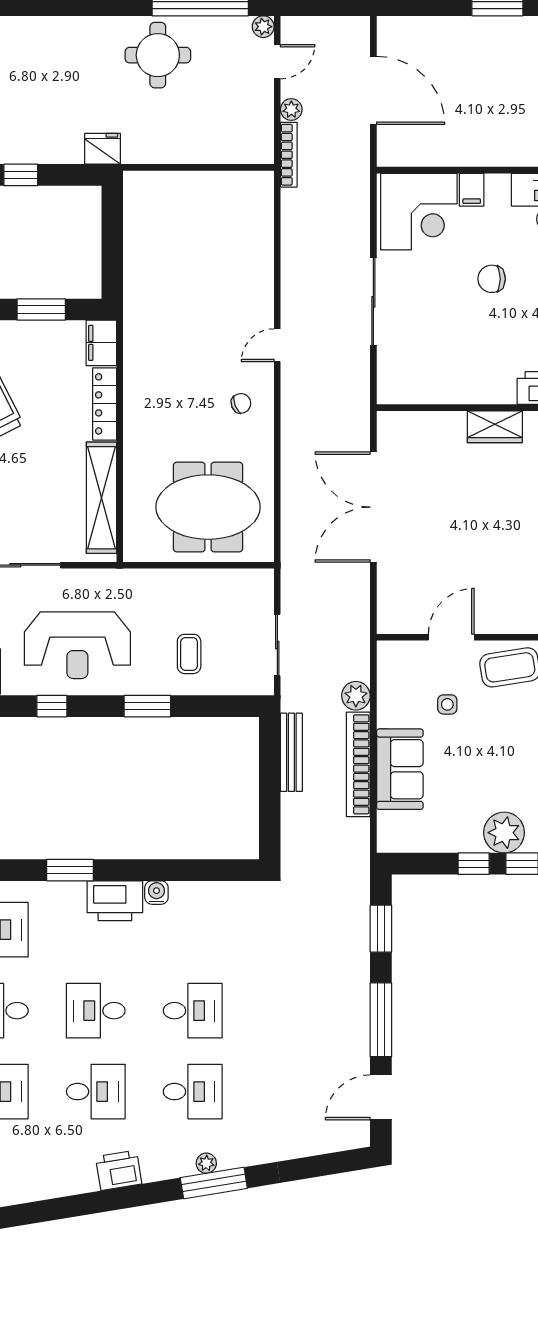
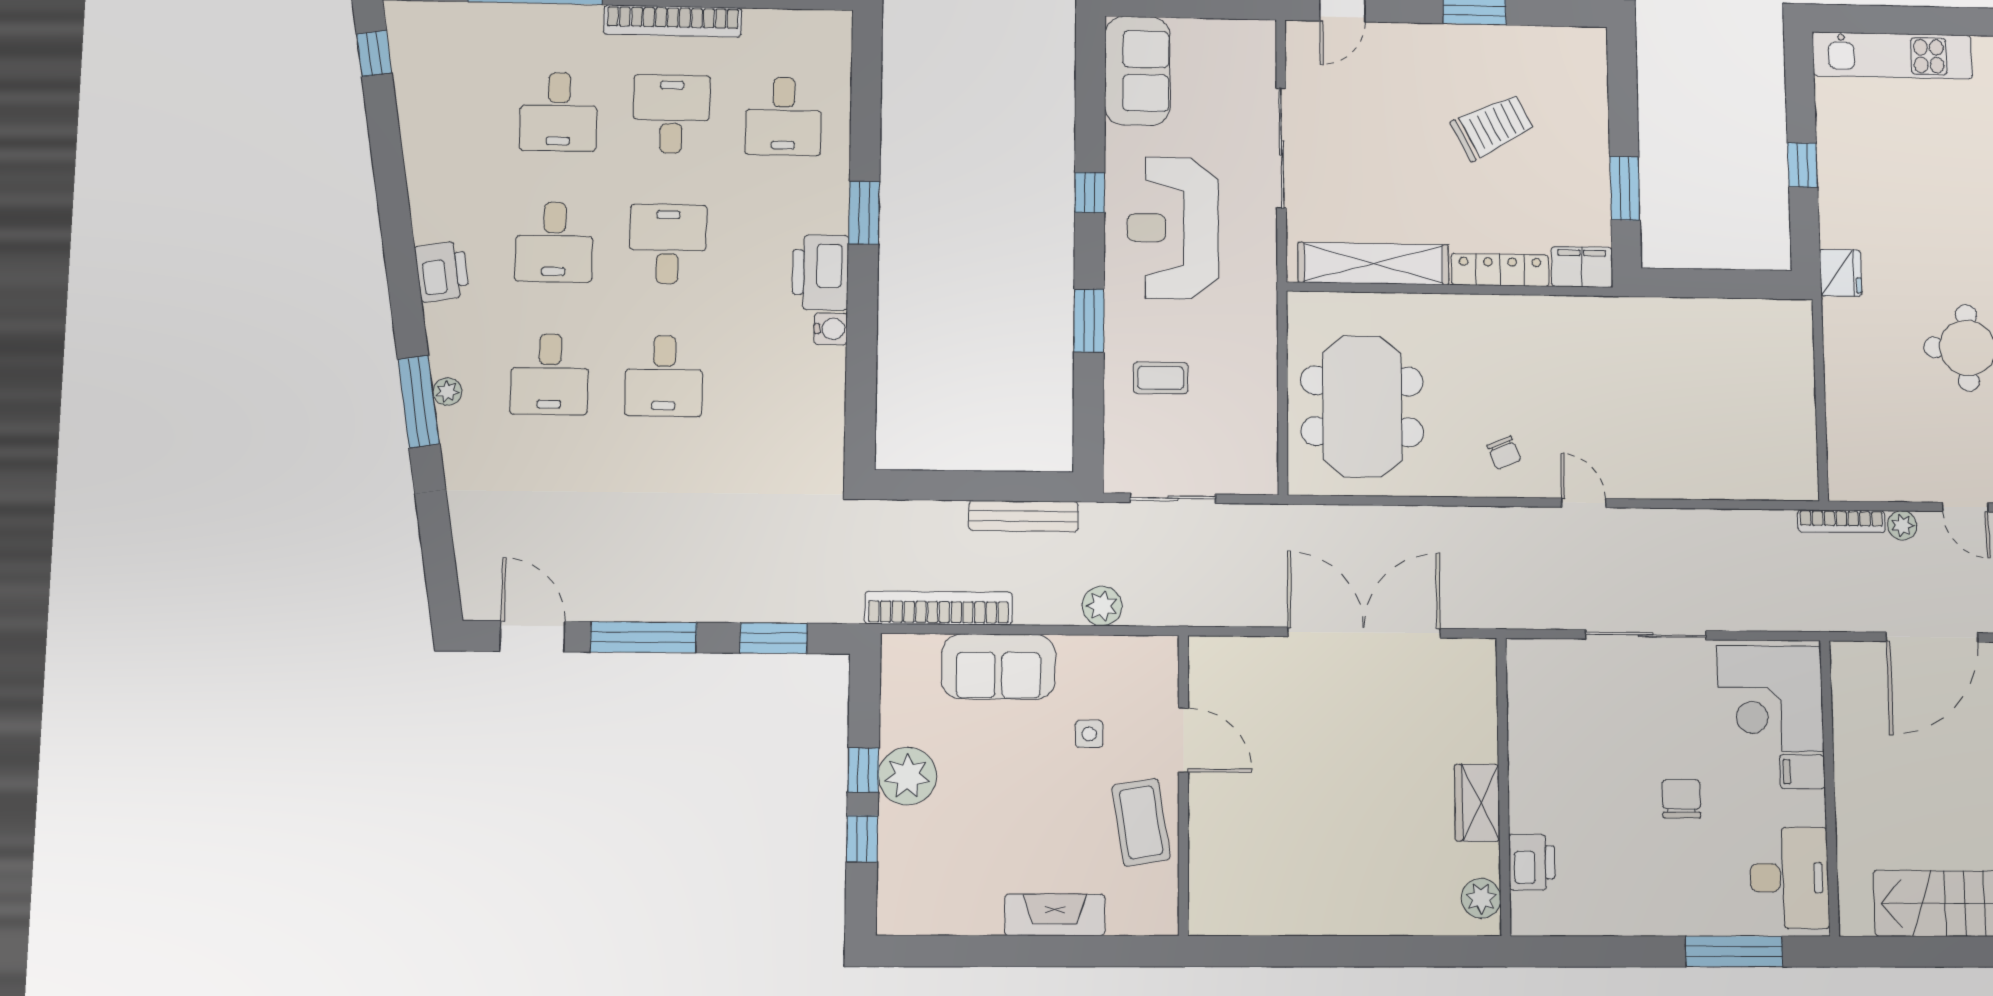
bookcase: (358, 764) -> (939, 608), moved
plant: (504, 833) -> (907, 776), moved

